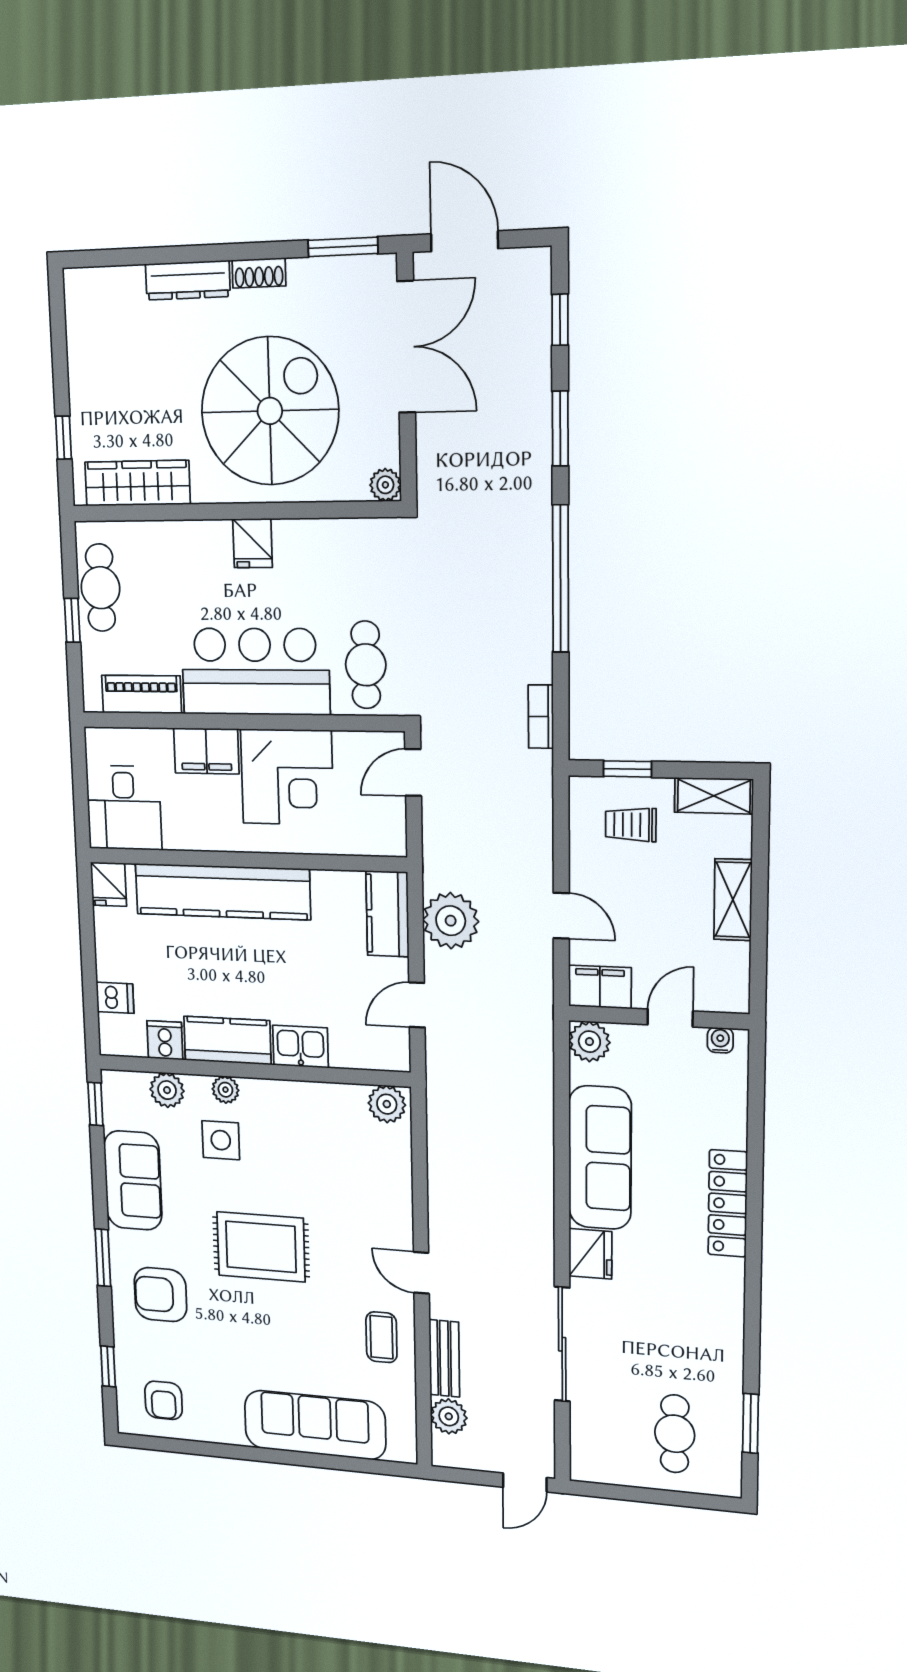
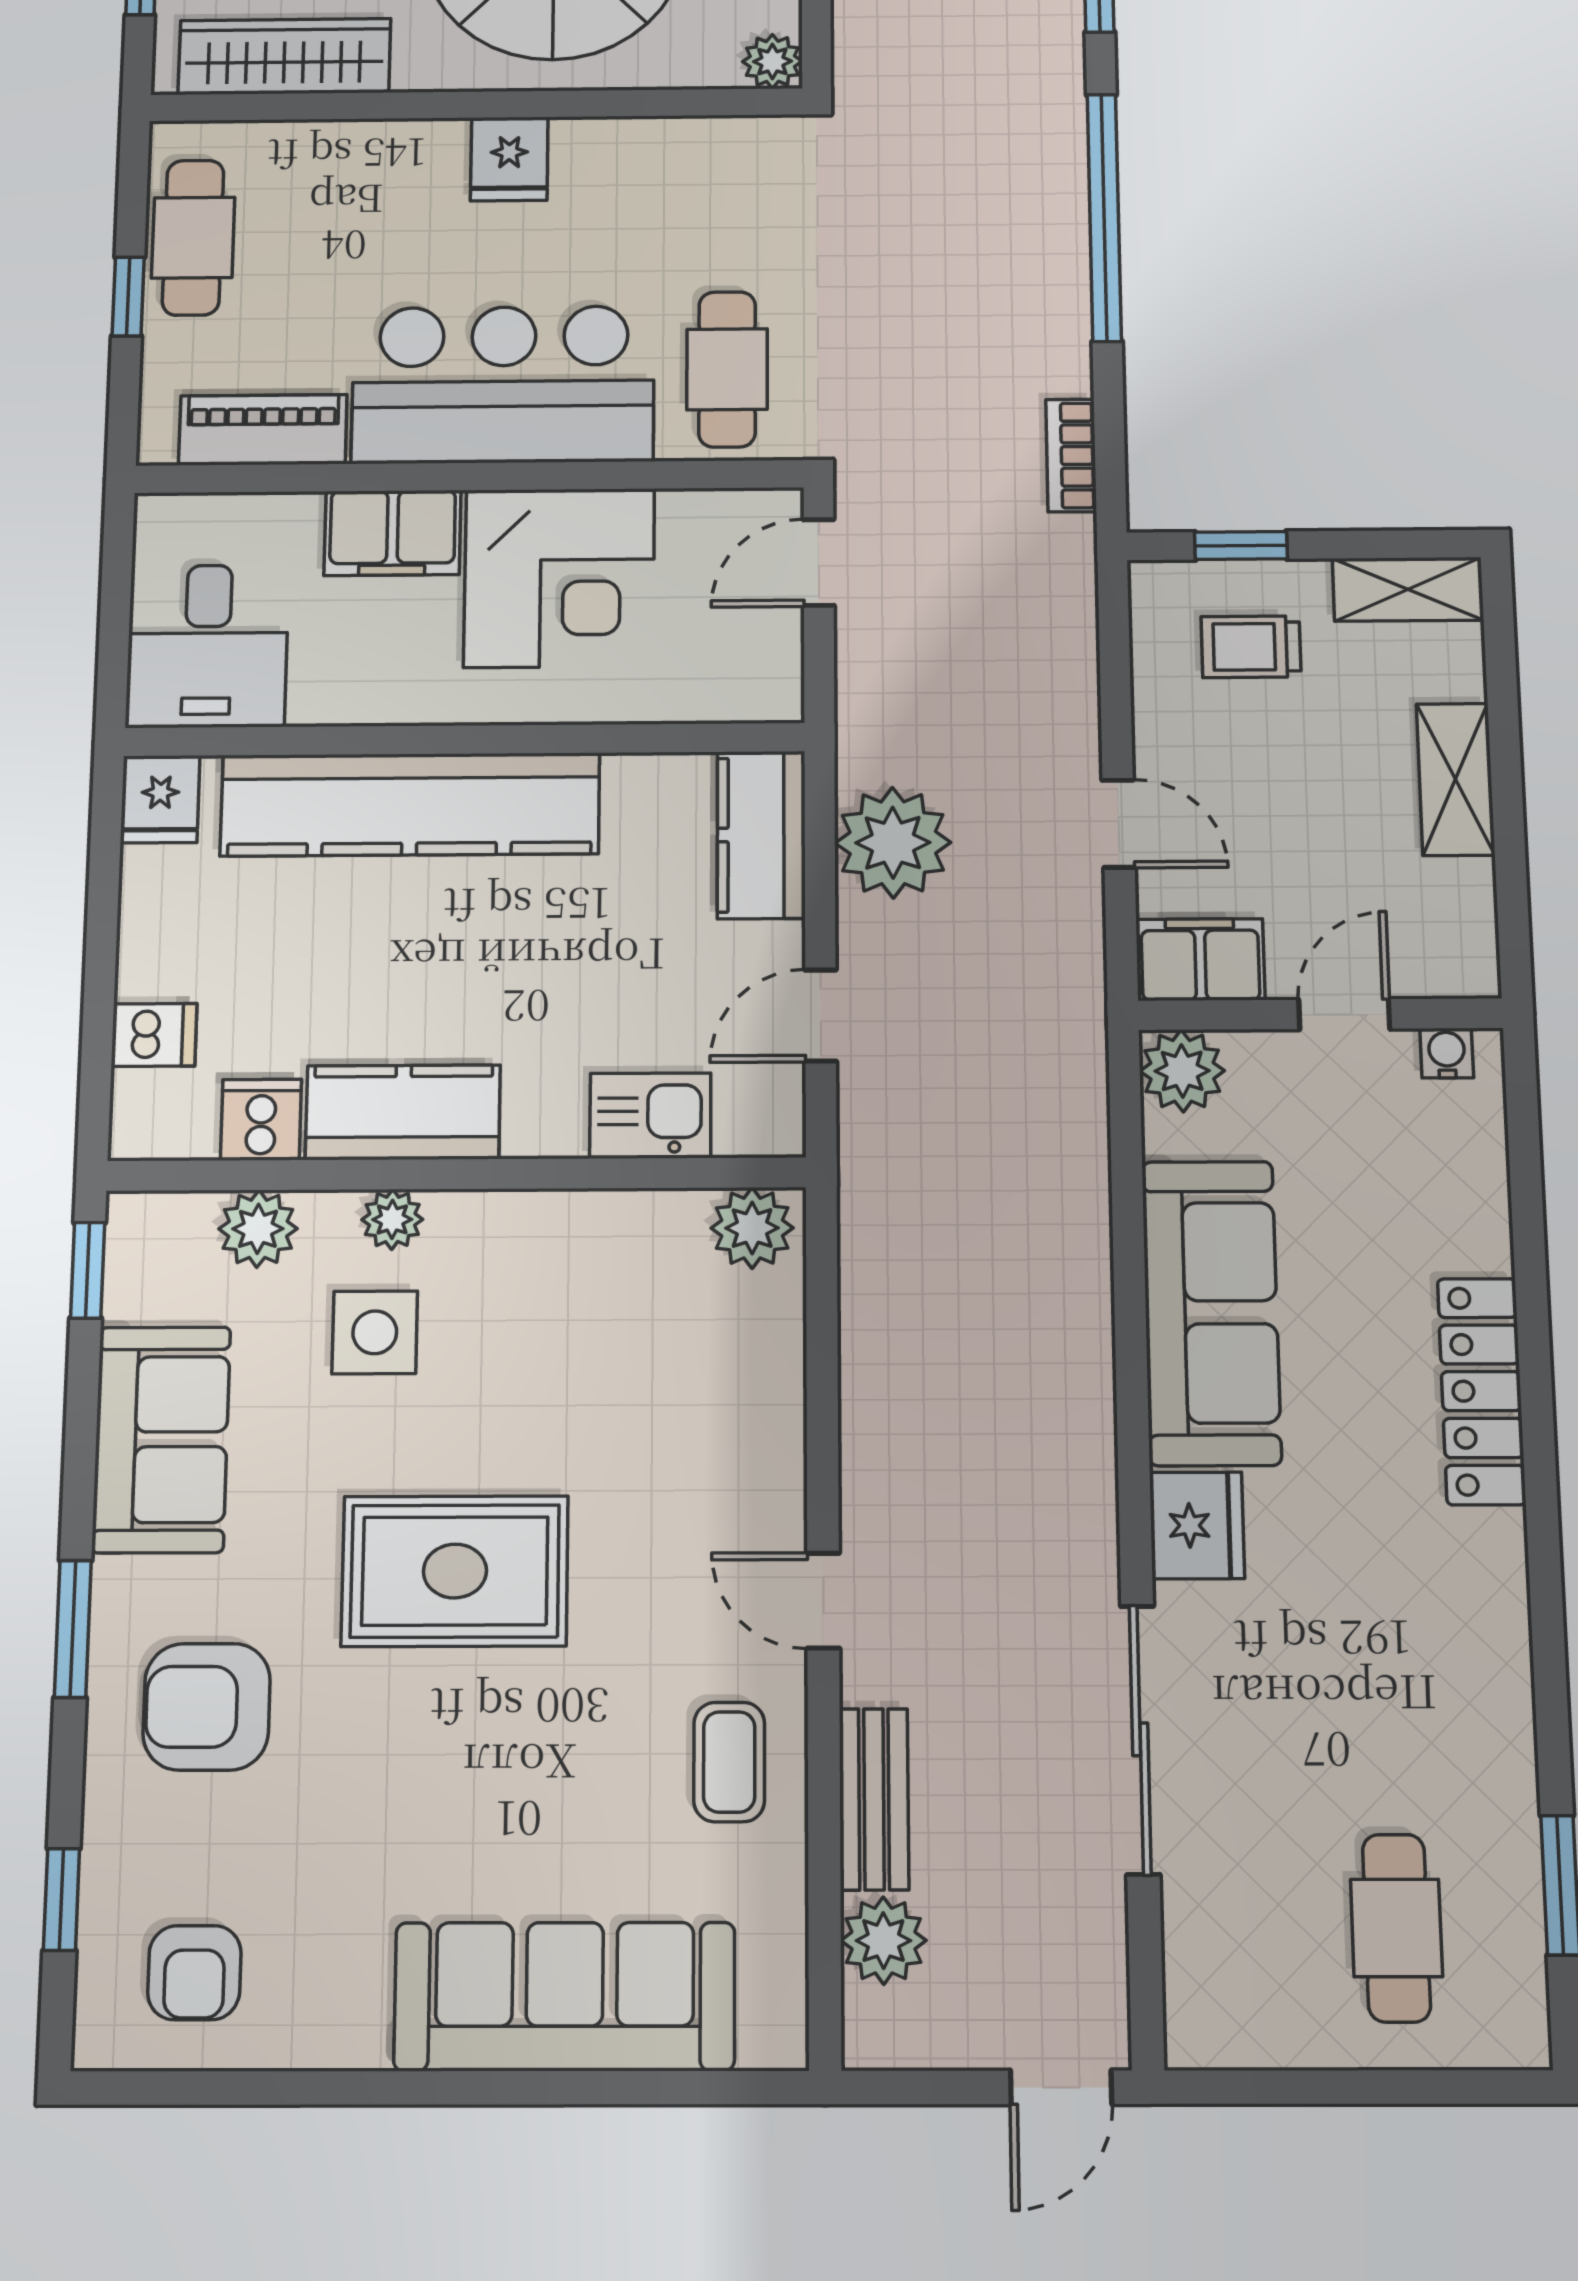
kitchen sink: (300, 1047) -> (650, 1116), moved

